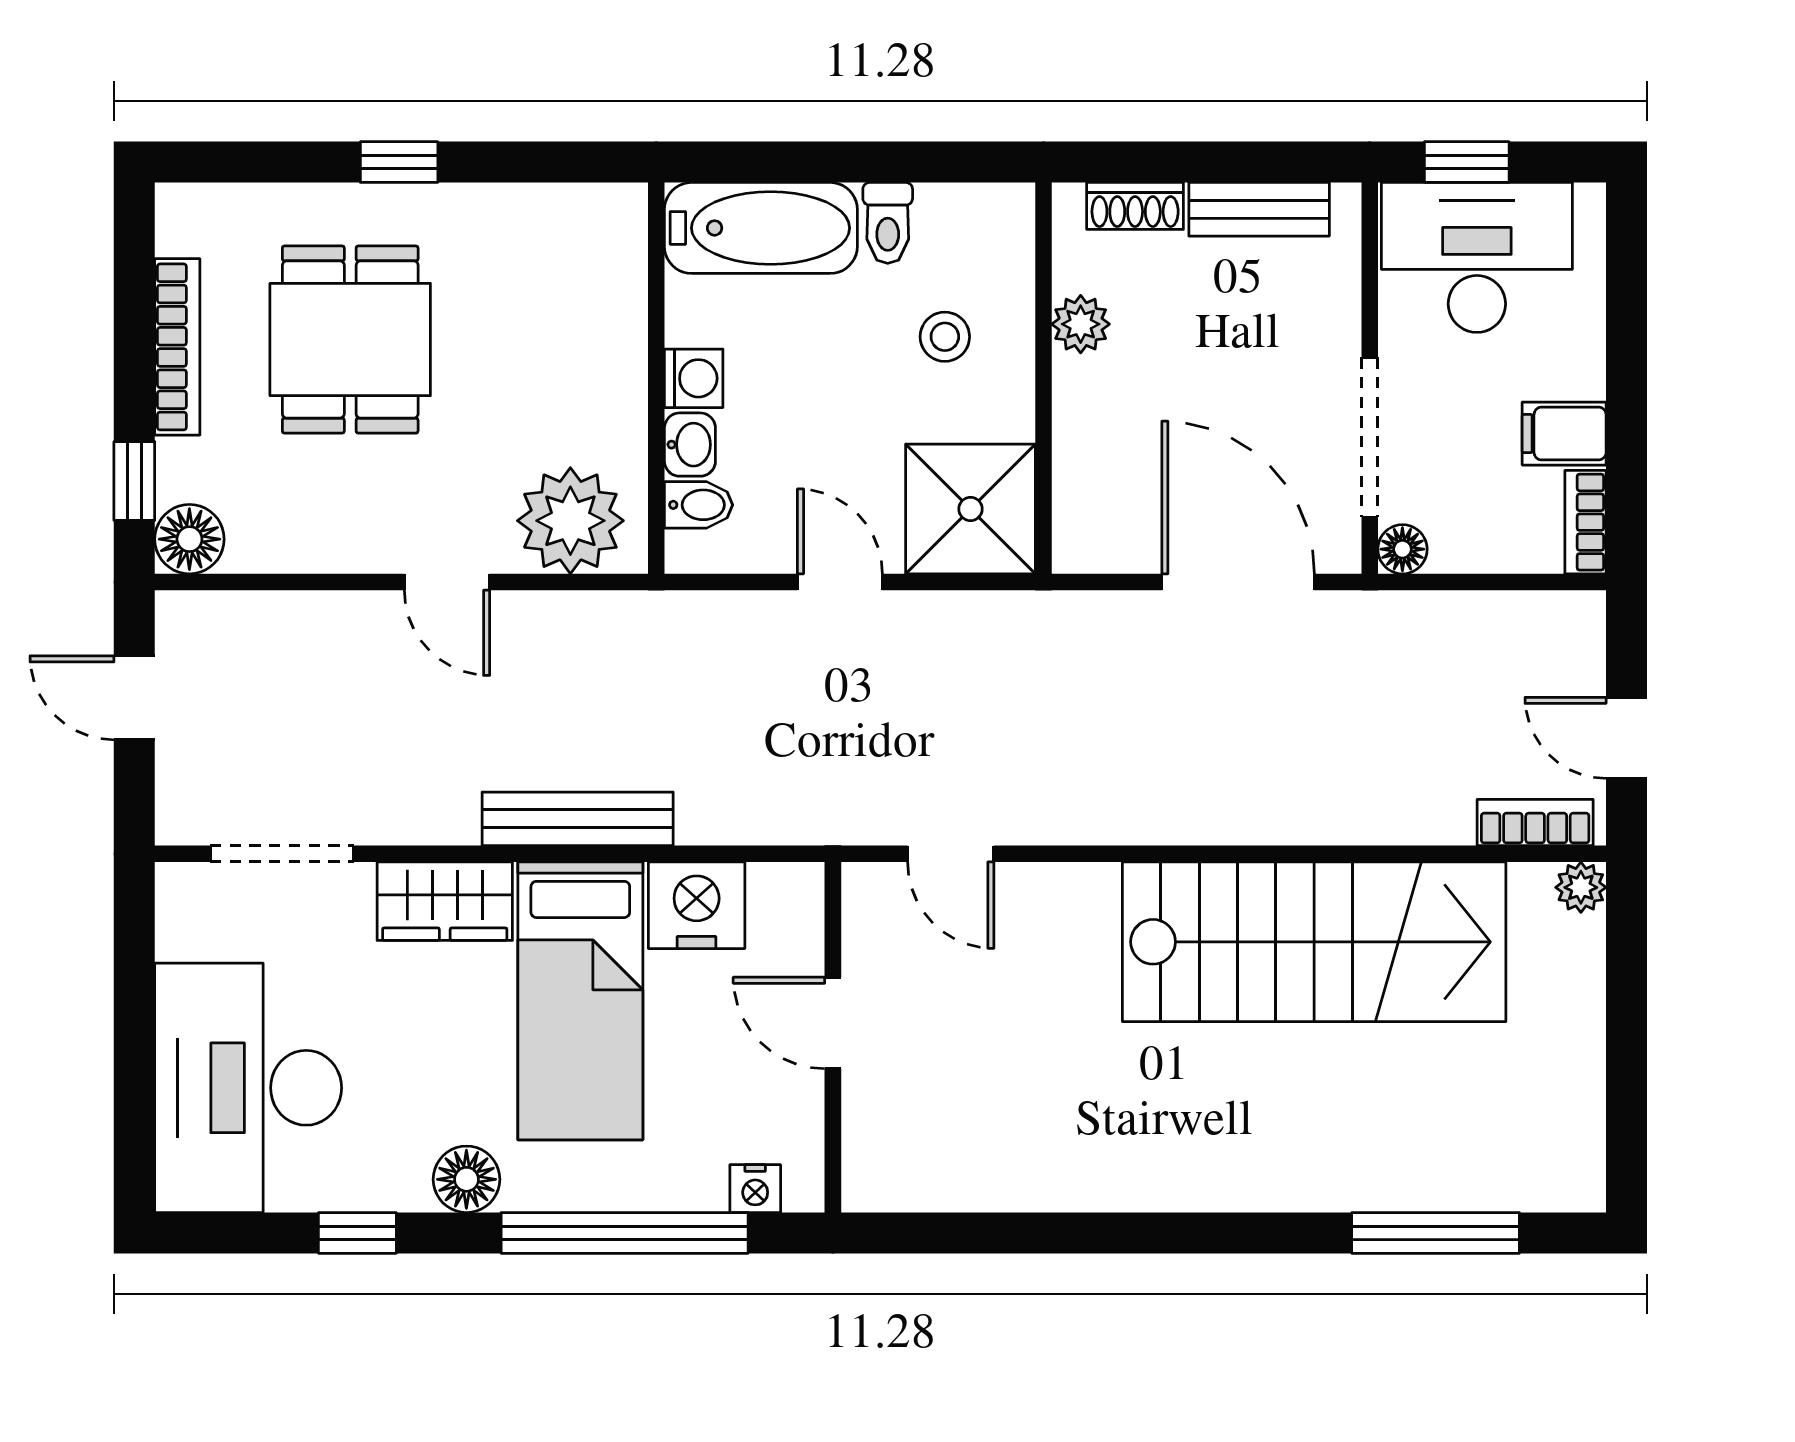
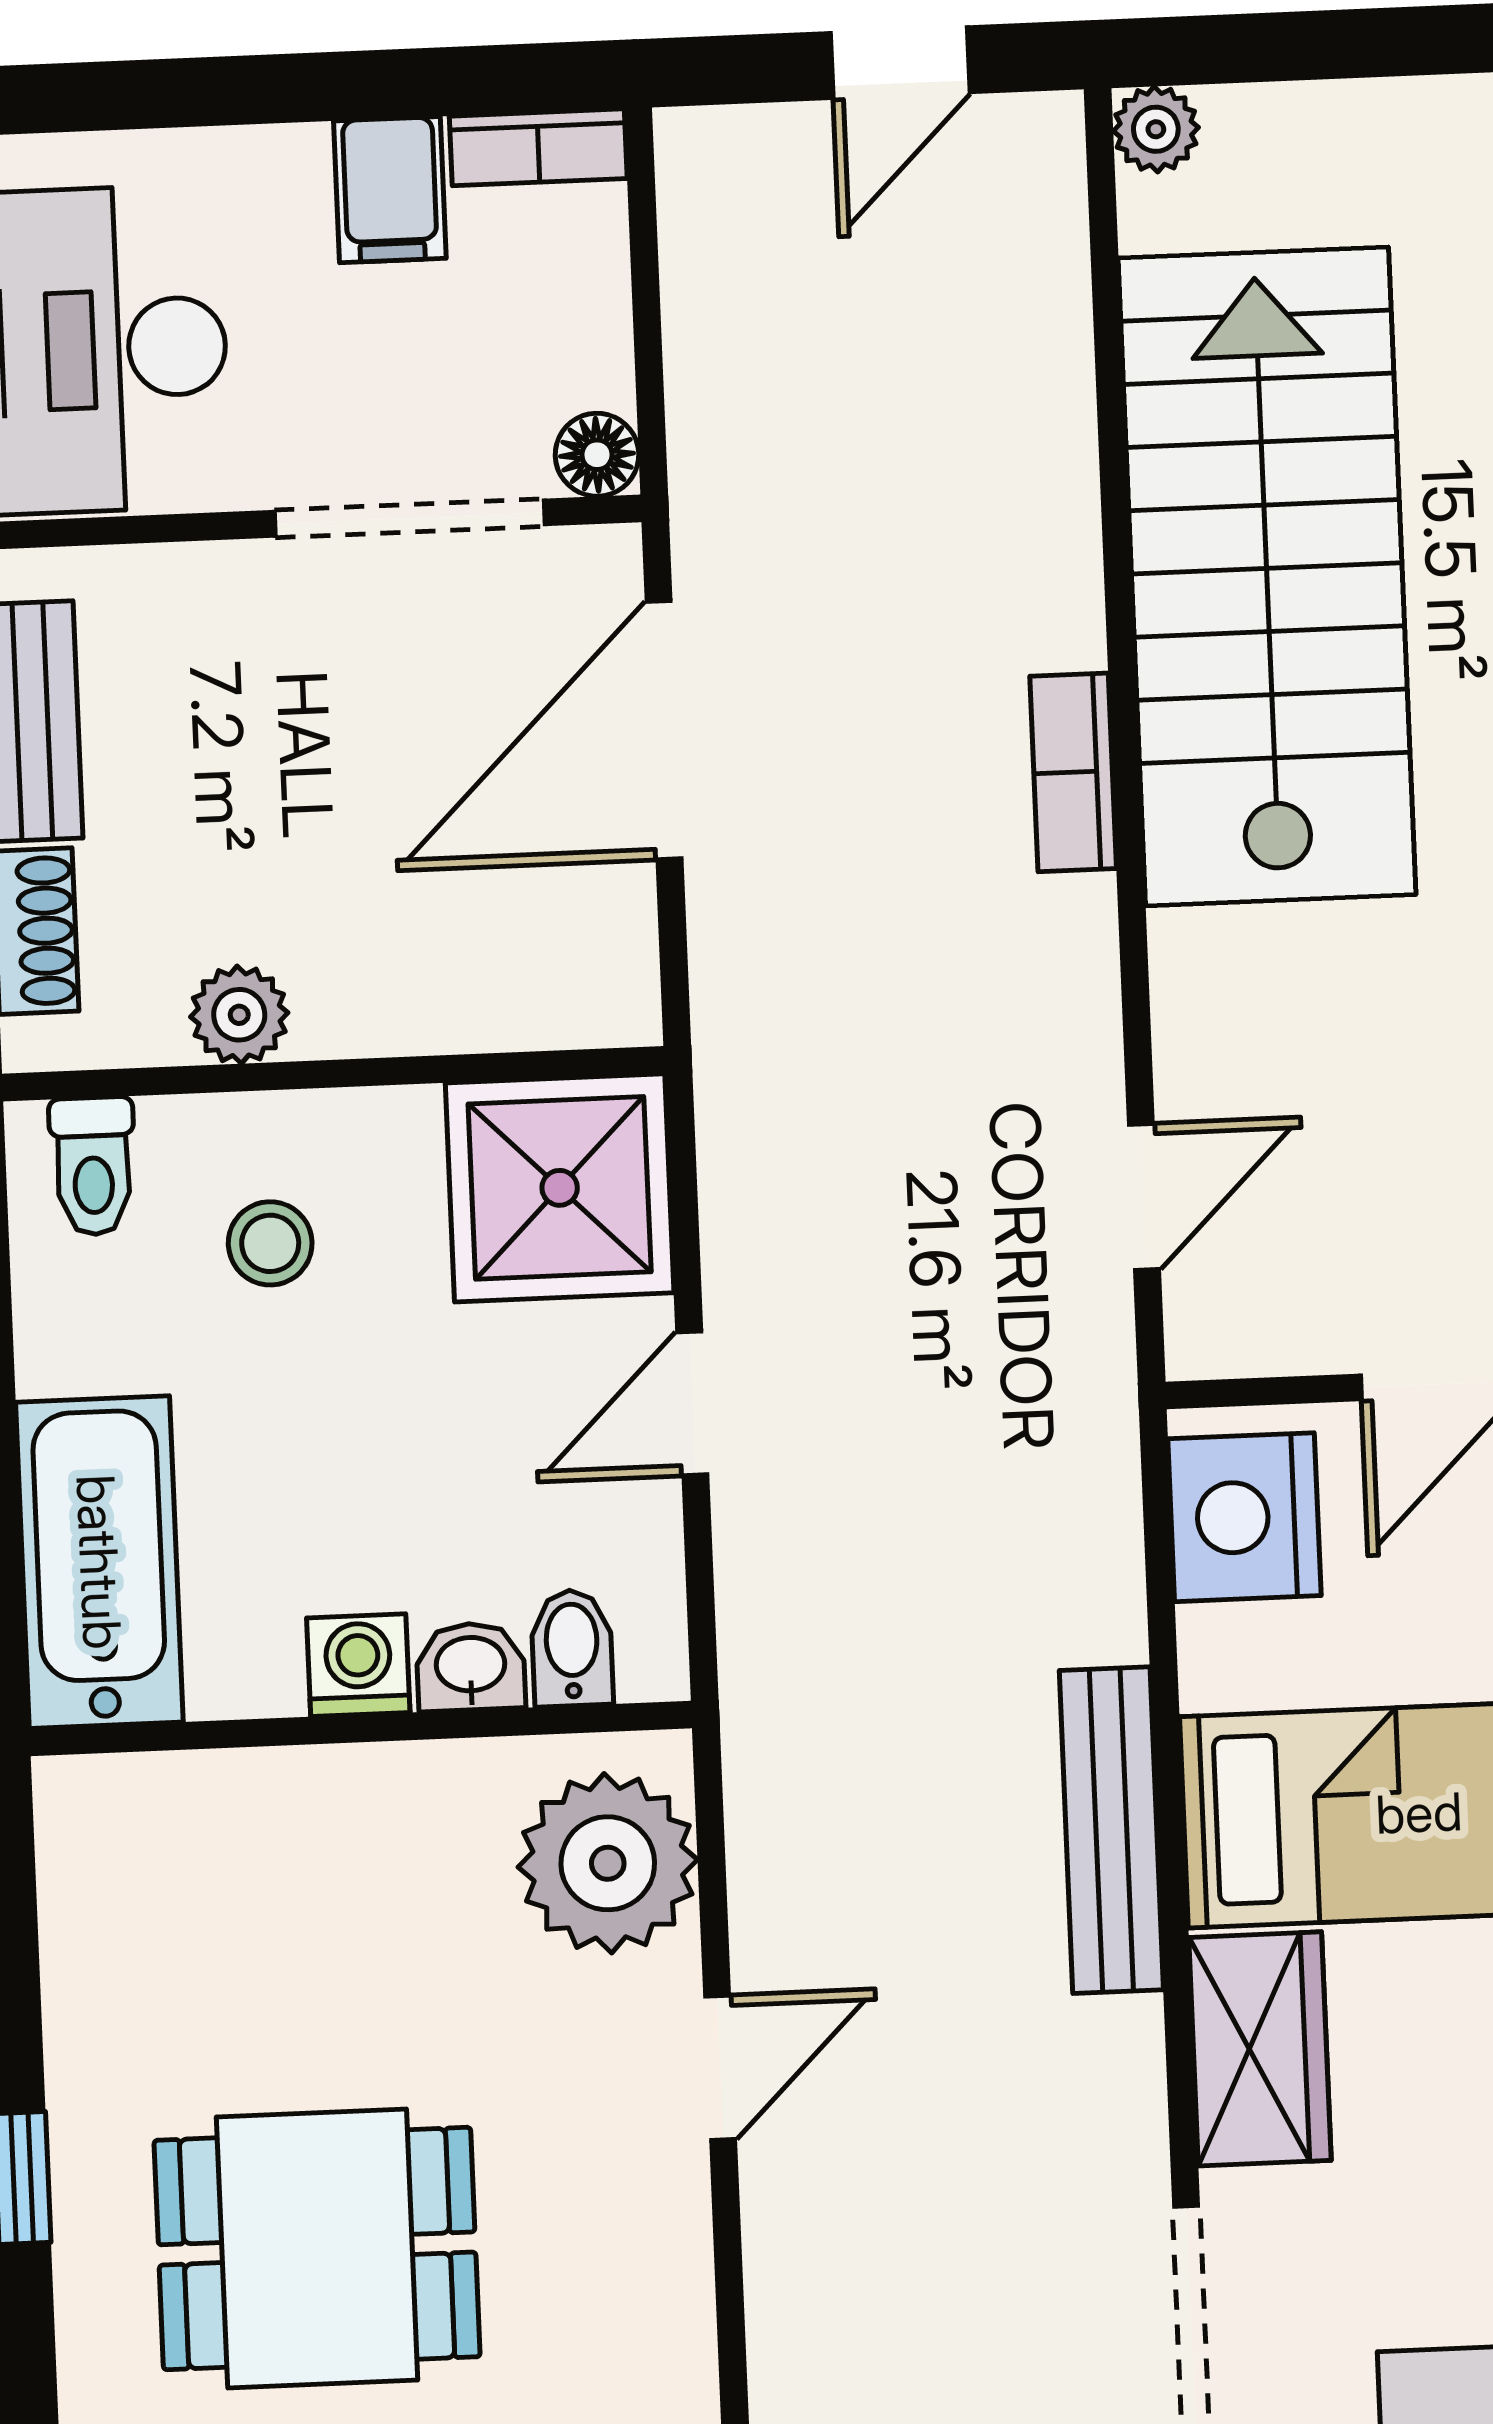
toilet: (888, 223) -> (93, 1166), moved, turned 90
bookcase: (1535, 822) -> (1073, 772), moved
nightstand: (697, 905) -> (1244, 1517), moved

